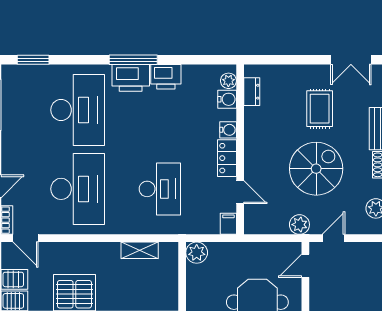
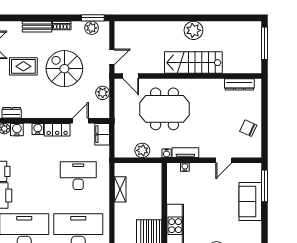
filing cabinet: (228, 224) -> (102, 134), width x2.00
plant: (299, 225) -> (103, 93), moved
door: (333, 238) -> (112, 57), swing flipped
plant: (197, 253) -> (142, 150), moved

